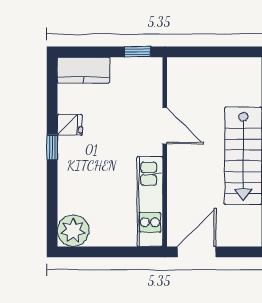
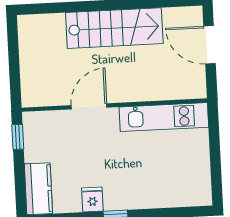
plant: (73, 231) -> (196, 191), removed
door: (197, 252) -> (210, 45), moved

